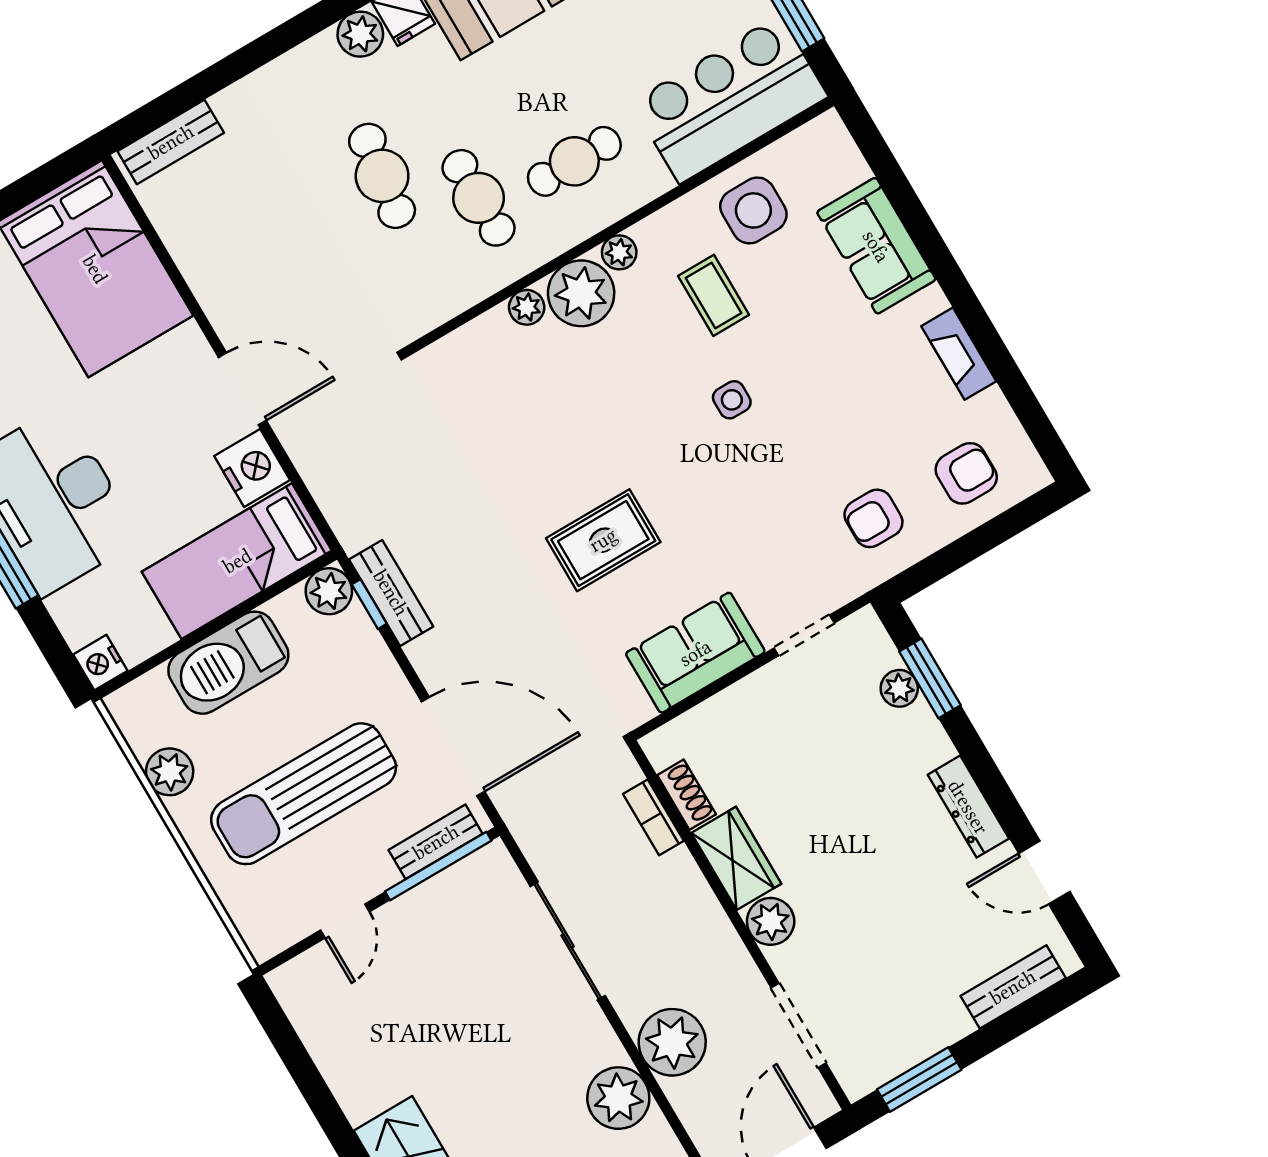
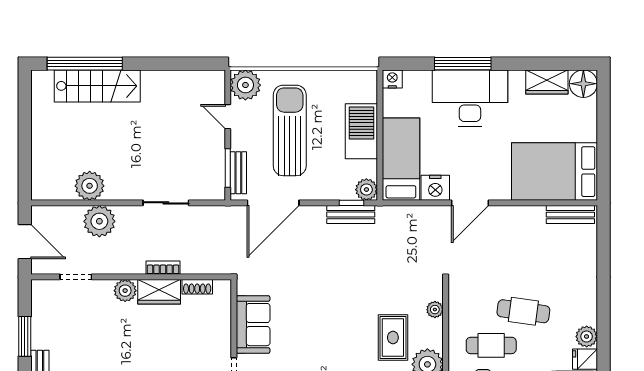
bench: (171, 142) -> (570, 215), moved, turned 90
plant: (527, 307) -> (435, 310), moved
rug: (603, 540) -> (393, 337), moved
plant: (170, 772) -> (245, 85), moved, width x1.36, depth x1.36
bookcase: (653, 817) -> (163, 268), moved
window: (438, 866) -> (228, 168), width x0.69
sliding door: (568, 941) -> (166, 203), width x0.73
doorway: (798, 1025) -> (76, 277), width x0.73
window: (919, 1079) -> (25, 336), moved

